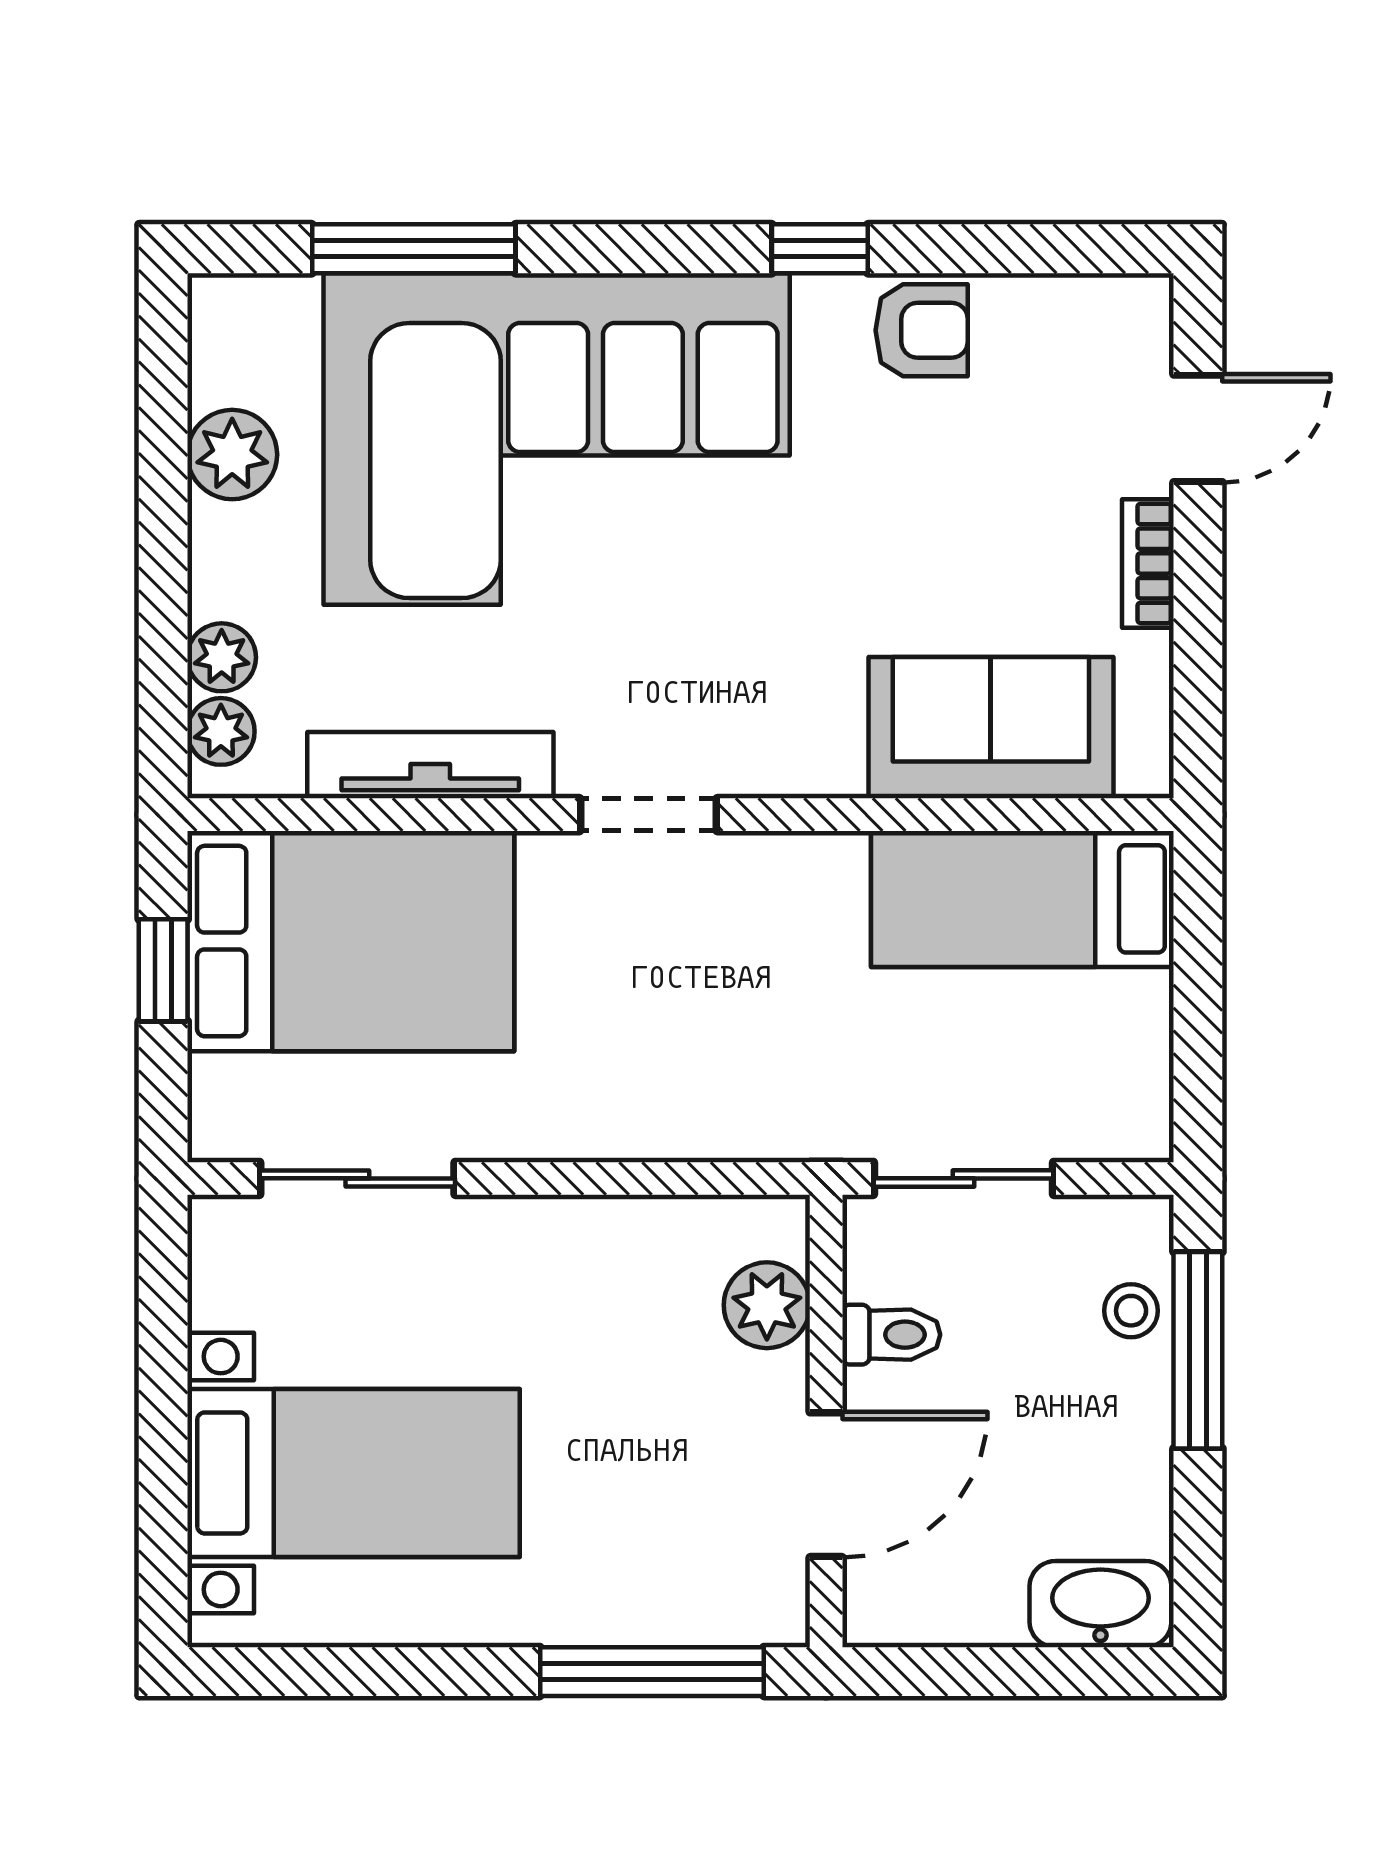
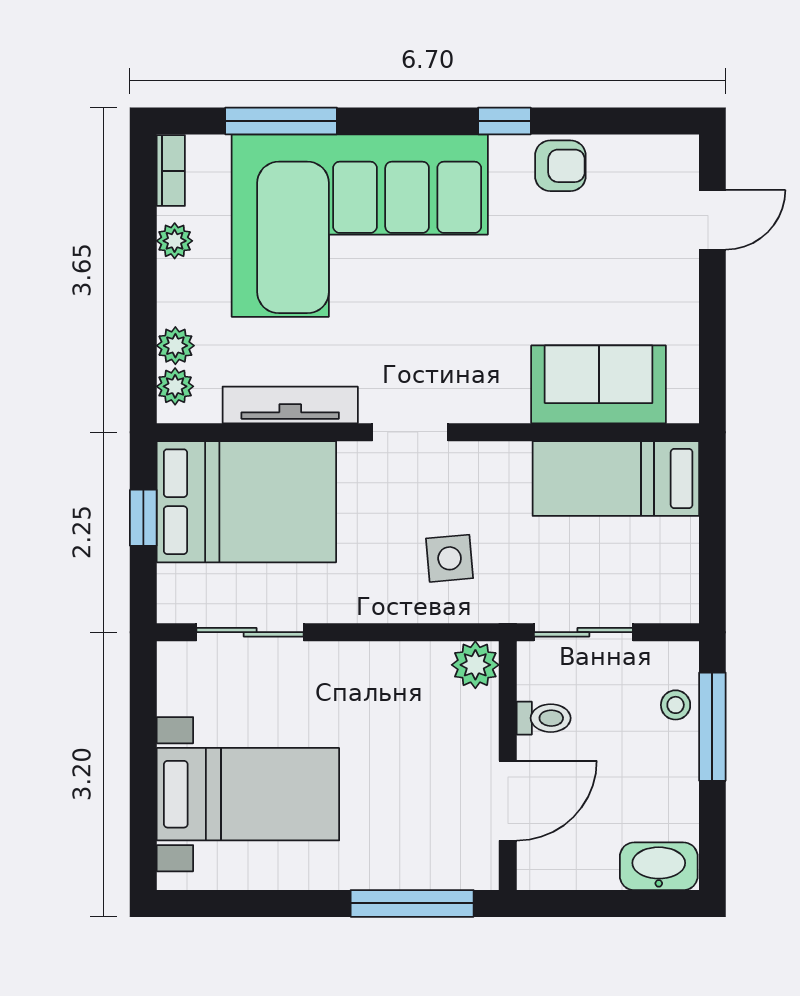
plant: (232, 455) -> (175, 241), width x0.73, depth x0.73
bookcase: (1148, 563) -> (171, 171), moved, turned 180
side table: (720, 1044) -> (450, 558), added
plant: (767, 1305) -> (475, 665), moved

